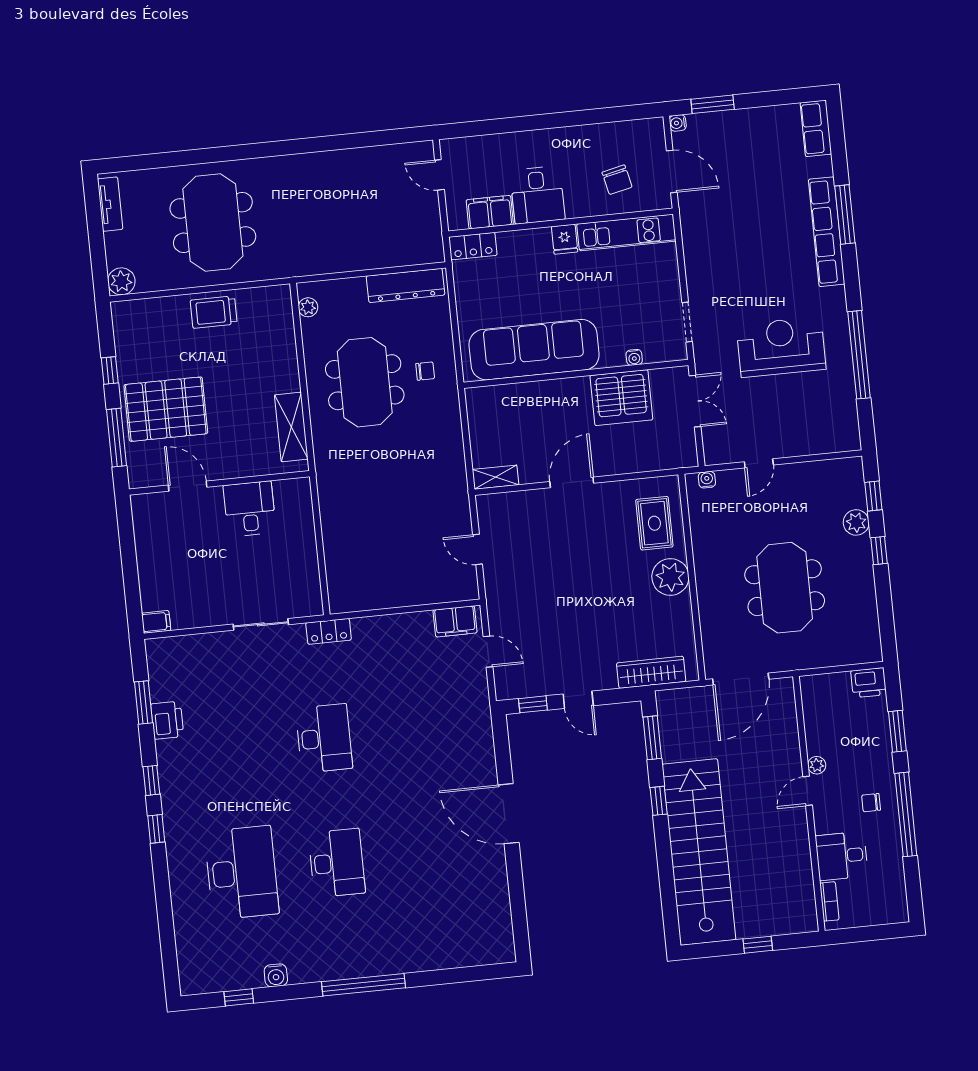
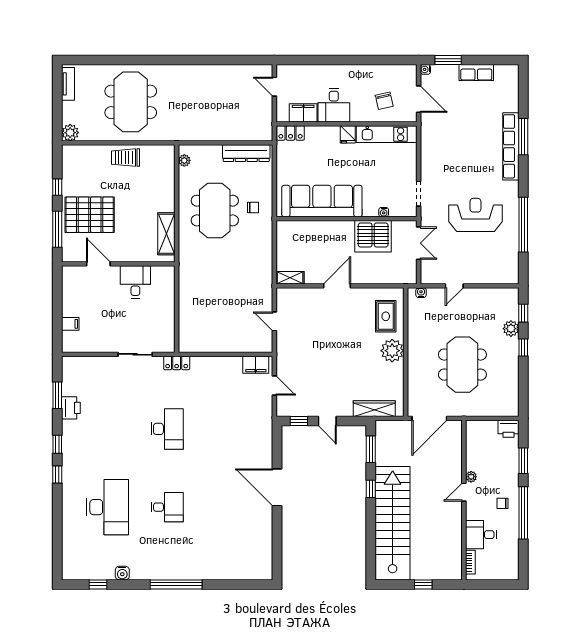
row of seats: (816, 128) -> (476, 73), moved, turned -90
filing cabinet: (156, 622) -> (70, 324), moved
desk: (337, 863) -> (167, 507), width x0.73

